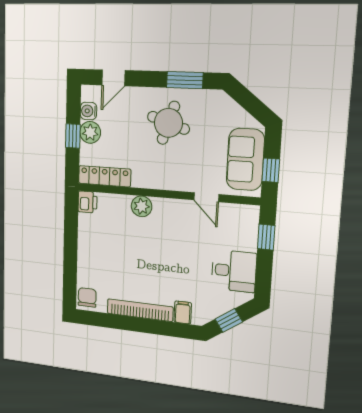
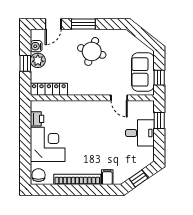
window: (185, 80) -> (83, 24), moved
printer: (88, 202) -> (37, 119), moved
plant: (142, 206) -> (76, 108), removed
corner desk: (101, 256) -> (48, 144), added
desk: (234, 271) -> (140, 133), moved

